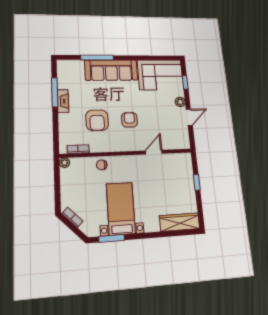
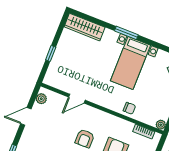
plant: (180, 102) -> (41, 99), moved
window: (112, 238) -> (126, 33), moved

